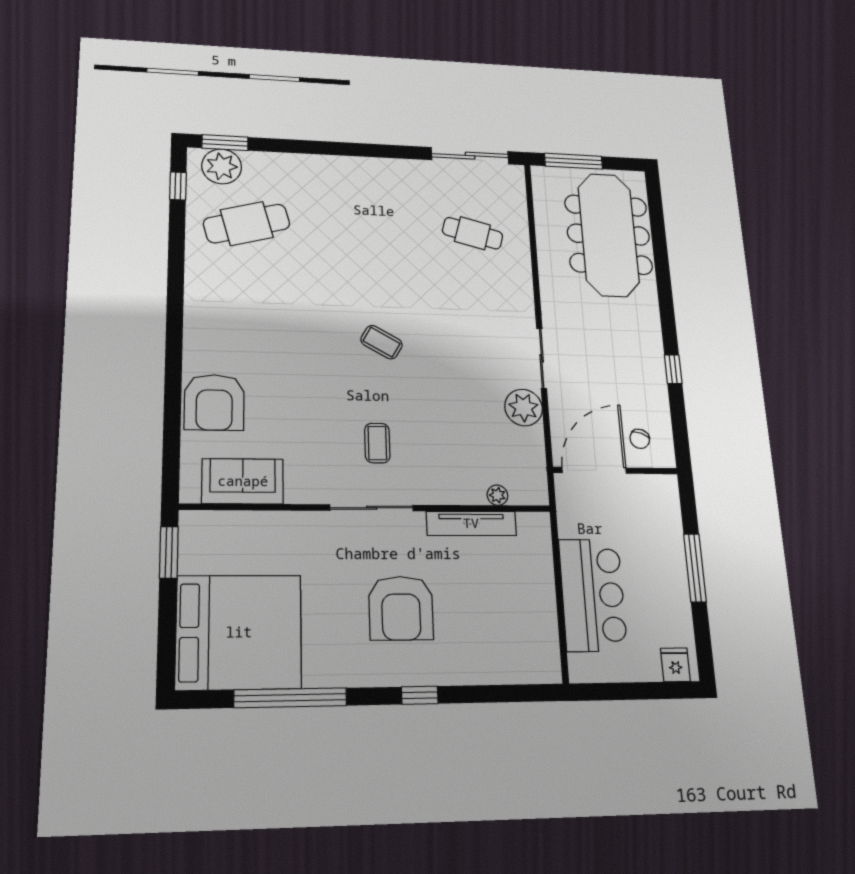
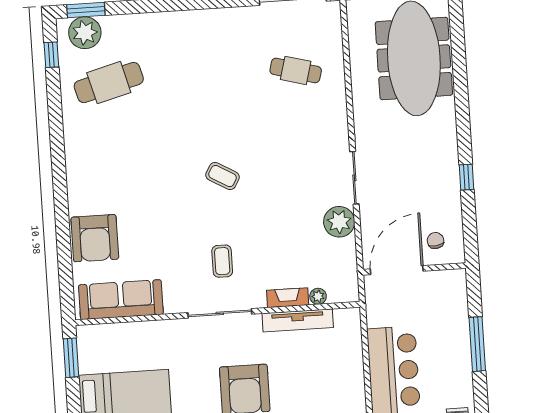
chair: (640, 439) -> (436, 241), turned 152
sofa: (243, 481) -> (121, 300), width x1.36
fireplace: (459, 494) -> (288, 298), added

